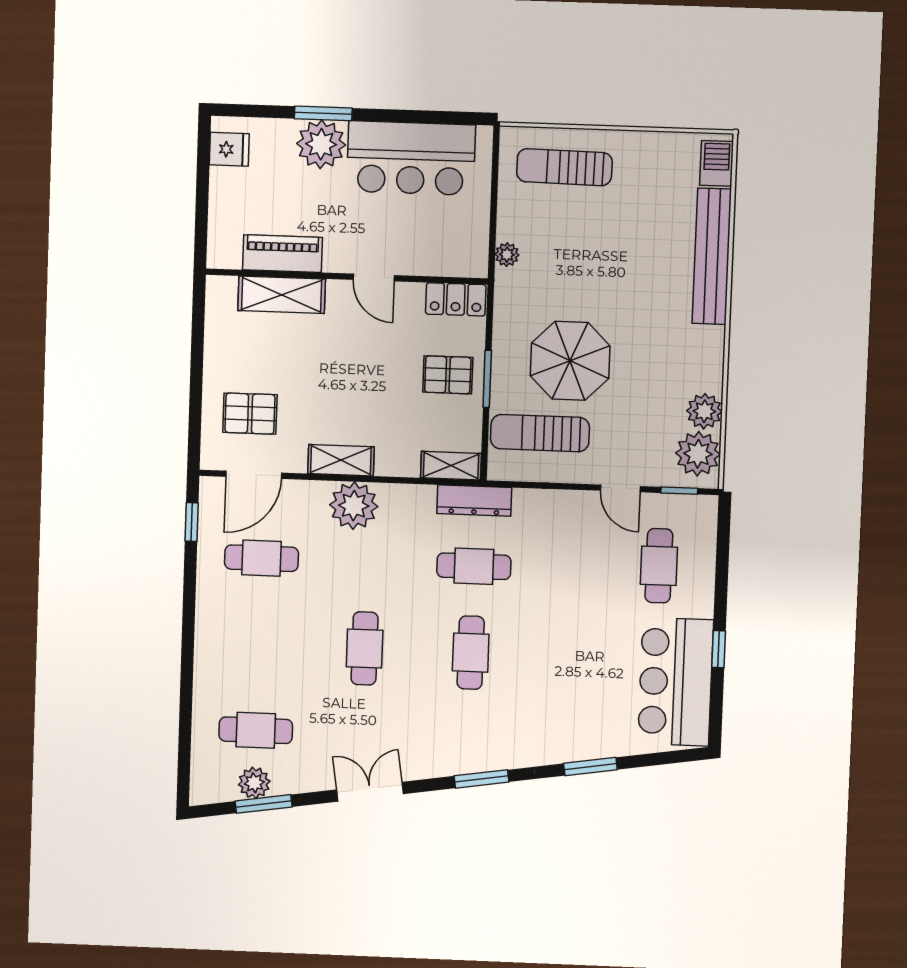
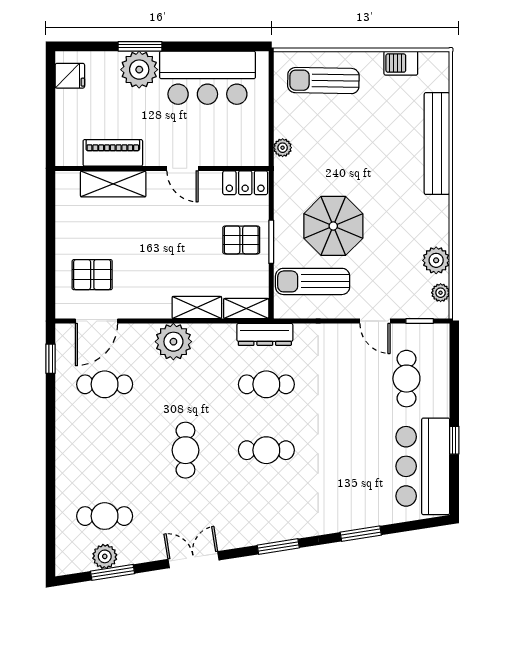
barbecue: (717, 163) -> (401, 63), moved, turned -90
plant: (698, 454) -> (441, 293), width x0.53, depth x0.53
shelving: (341, 460) -> (197, 308), moved
cafe table: (471, 653) -> (266, 450), turned 90

